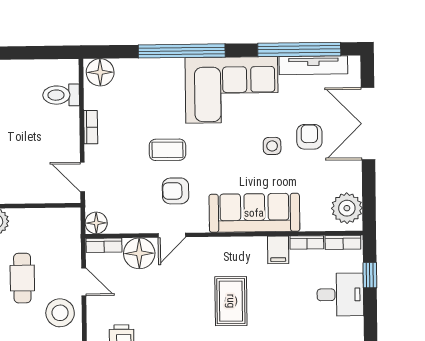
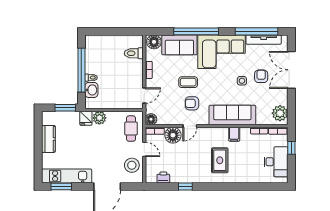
sofa: (150, 78) -> (179, 45), added
door: (82, 177) -> (144, 96), swing flipped
filing cabinet: (278, 250) -> (234, 134), moved
cafe table: (22, 278) -> (131, 129), moved
desk: (340, 295) -> (276, 162), width x1.37

